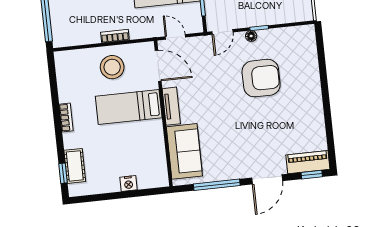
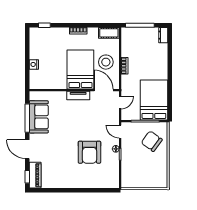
door: (158, 66) -> (104, 90), swing flipped
bed: (129, 107) -> (80, 70), width x1.50
sofa: (184, 151) -> (39, 117), moved, turned -90
cot: (75, 166) -> (109, 33), moved

